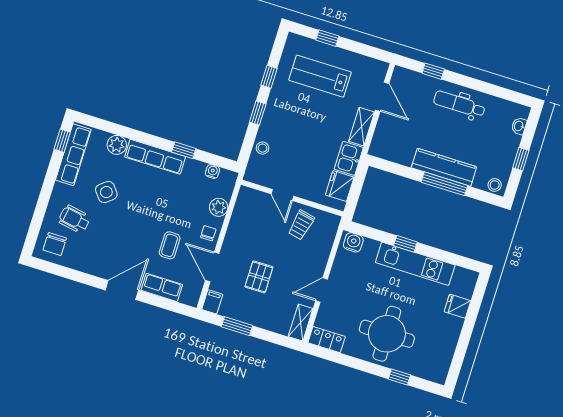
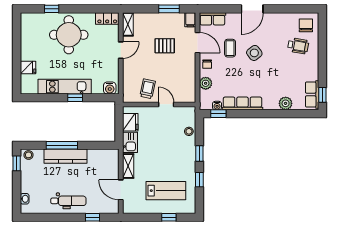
window: (184, 150) -> (218, 114), moved
row of seats: (73, 155) -> (312, 94), width x0.68
row of seats: (155, 157) -> (242, 103), moved
window: (521, 159) -> (17, 163), moved
side table: (106, 192) -> (254, 53), moved
pallet: (259, 277) -> (165, 46), turned 90
row of seats: (162, 287) -> (212, 19), moved

